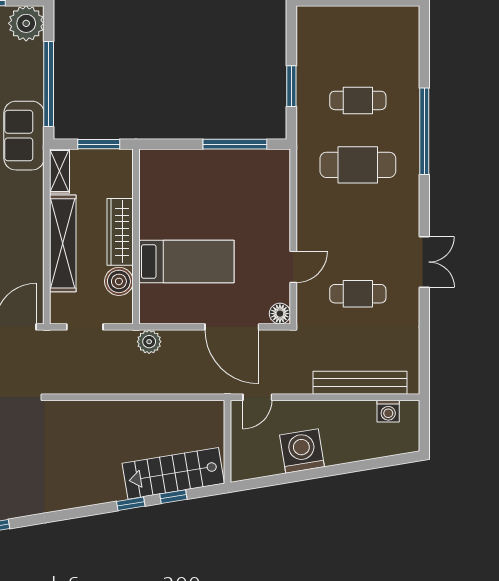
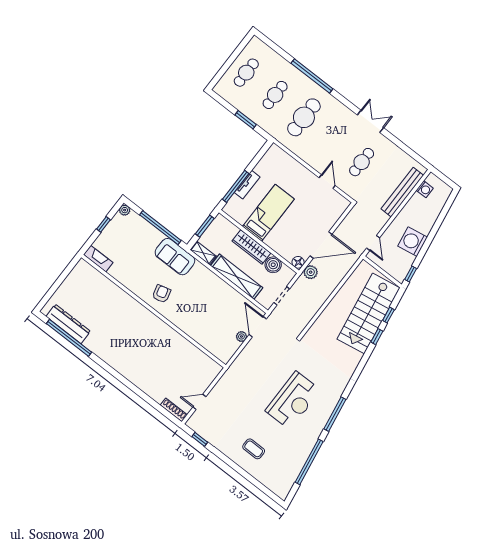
plant: (26, 23) -> (125, 210), width x0.53, depth x0.53
cafe table: (358, 36) -> (246, 73), added
window: (235, 144) -> (236, 186), moved
tv unit: (202, 158) -> (247, 185), added
bed: (186, 261) -> (268, 213), moved
floor lamp: (280, 314) -> (298, 262), moved
door: (232, 327) -> (321, 245), moved
stairs: (173, 473) -> (369, 313), width x1.36, depth x1.51
window: (255, 483) -> (411, 274), added

